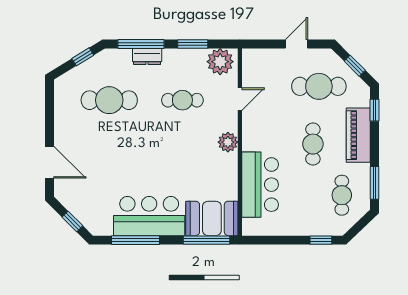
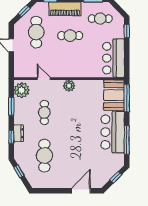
window: (141, 44) -> (11, 137), width x0.46
bar counter: (260, 185) -> (113, 58), moved, turned -90

